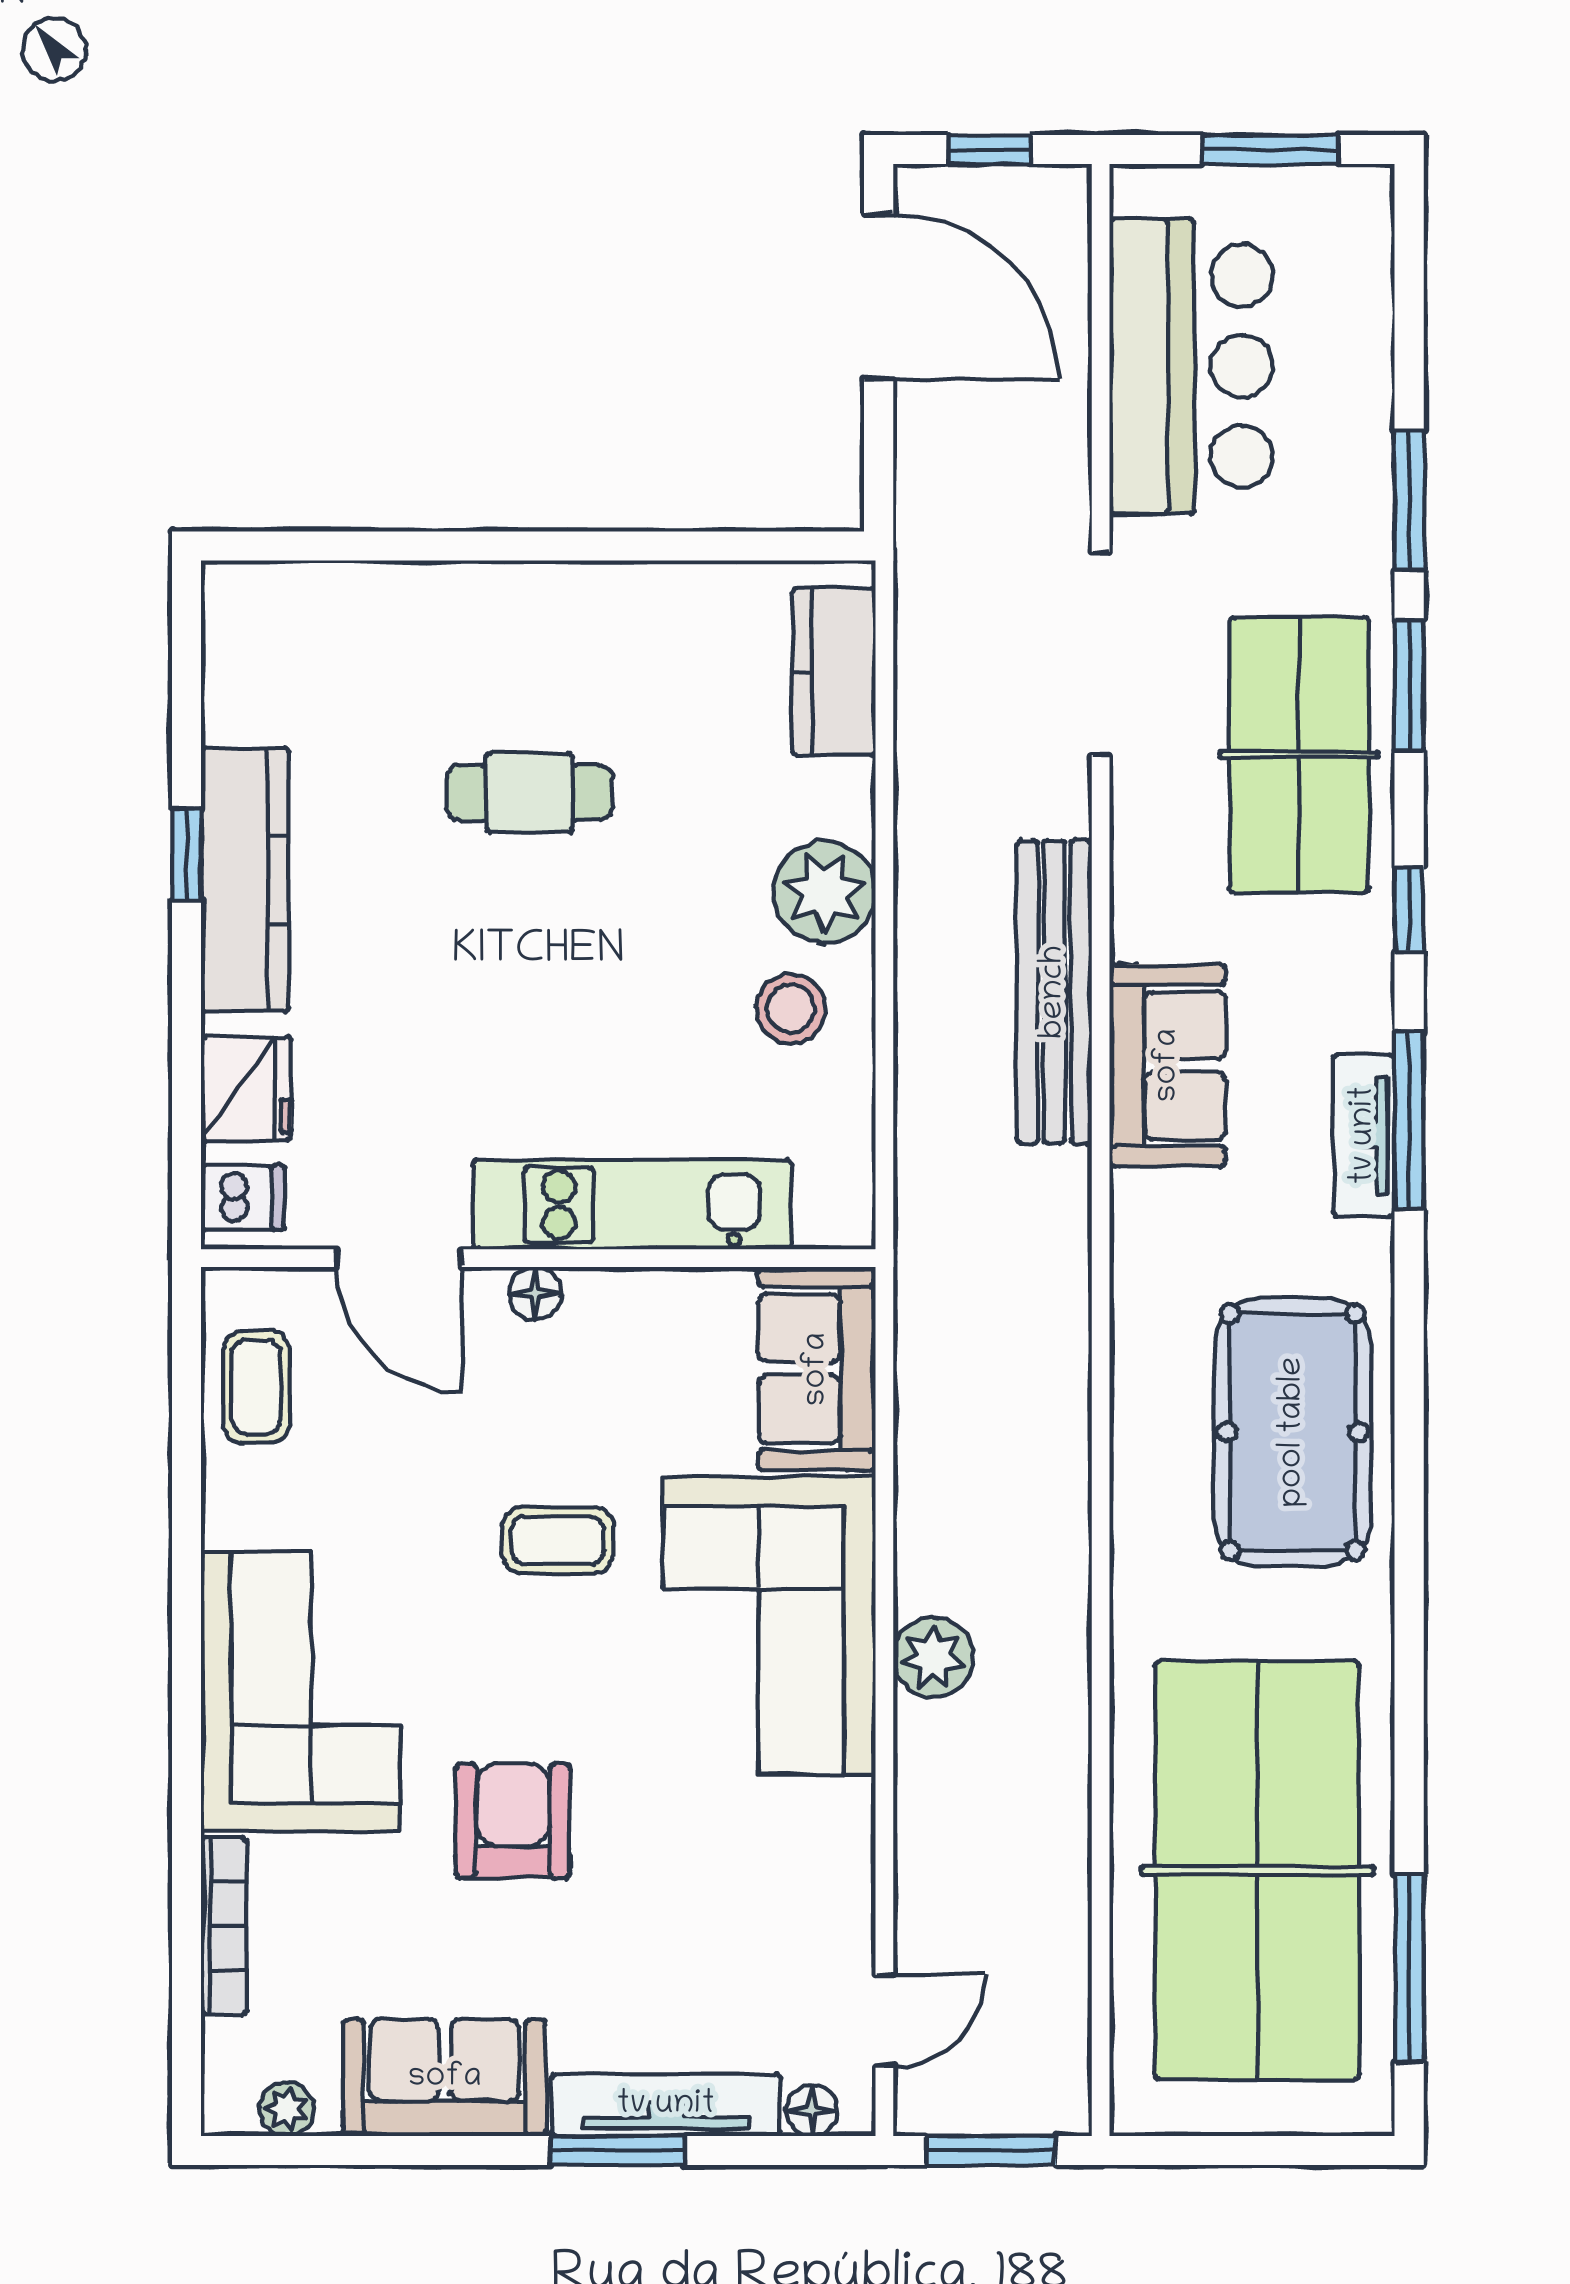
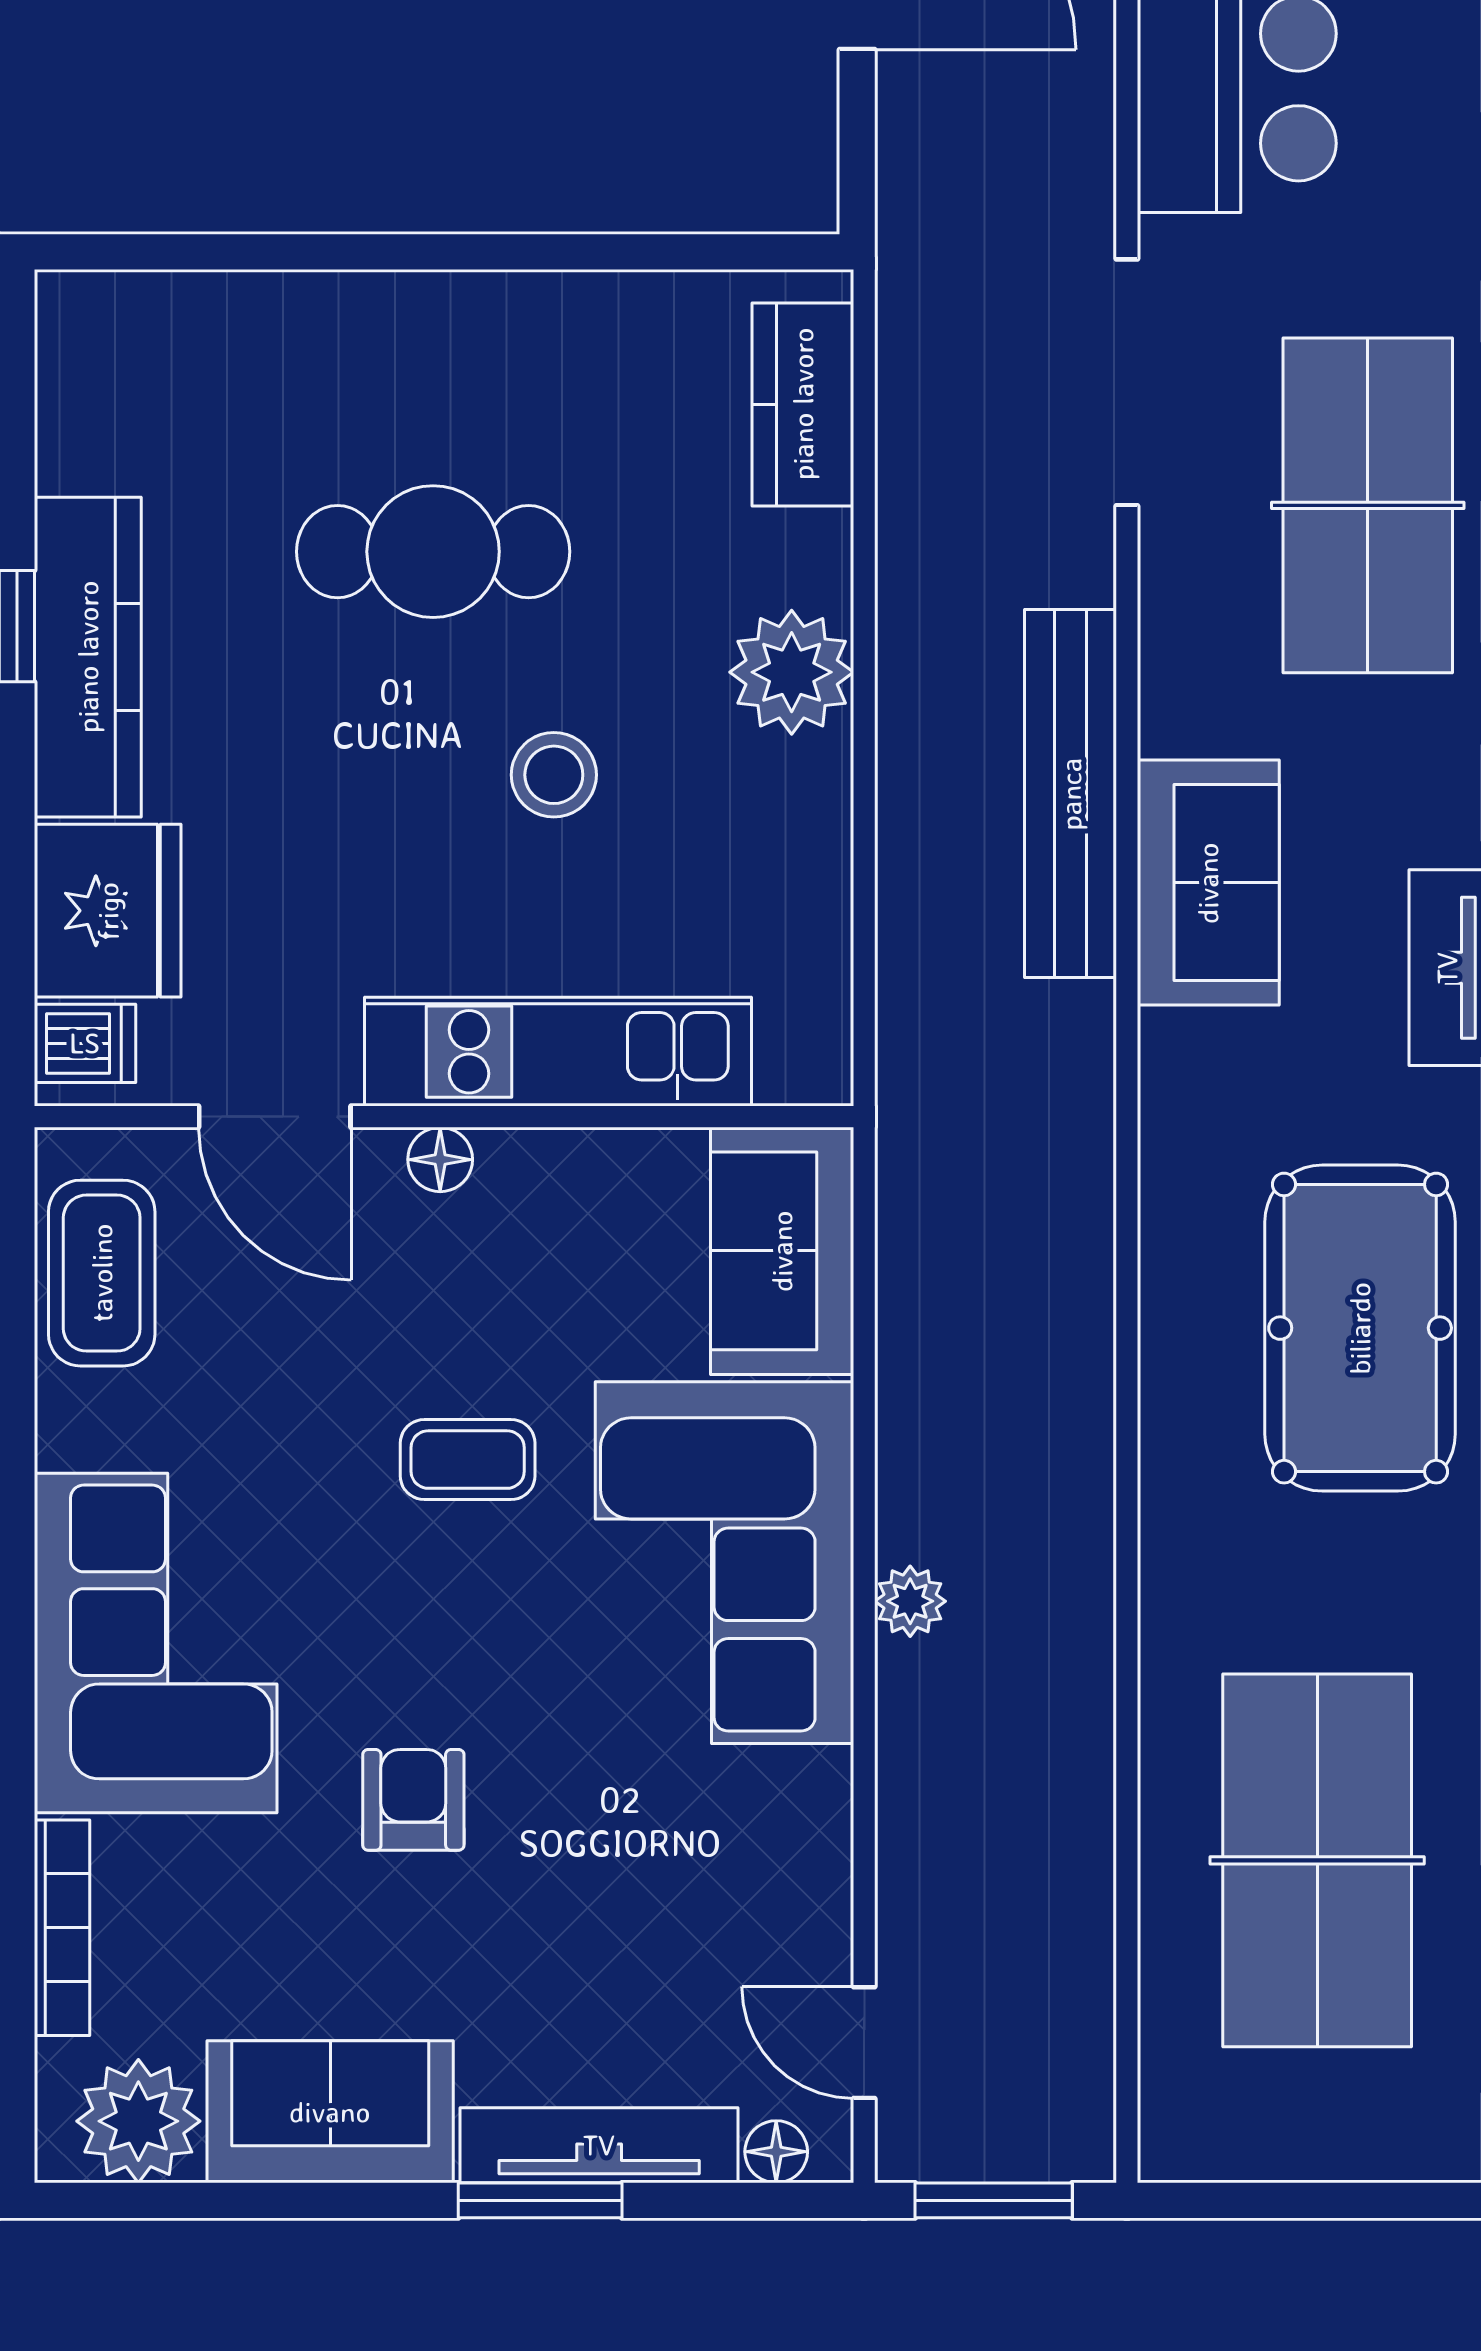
cafe table: (529, 793) -> (433, 552), width x1.37, depth x1.35
stool: (791, 1008) -> (554, 775), moved
fridge: (246, 1088) -> (108, 911), width x1.36, depth x1.34
coffee table: (256, 1387) -> (102, 1273), width x1.36, depth x1.30
plant: (933, 1657) -> (910, 1601), width x0.73, depth x0.73
armchair: (513, 1821) -> (413, 1800), width x0.72, depth x0.72
table tennis table: (1257, 1870) -> (1317, 1860), width x0.73, depth x0.76
door: (884, 2021) -> (864, 2043), swing flipped
plant: (287, 2109) -> (138, 2121), width x1.88, depth x1.88

